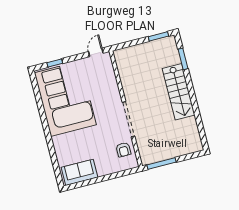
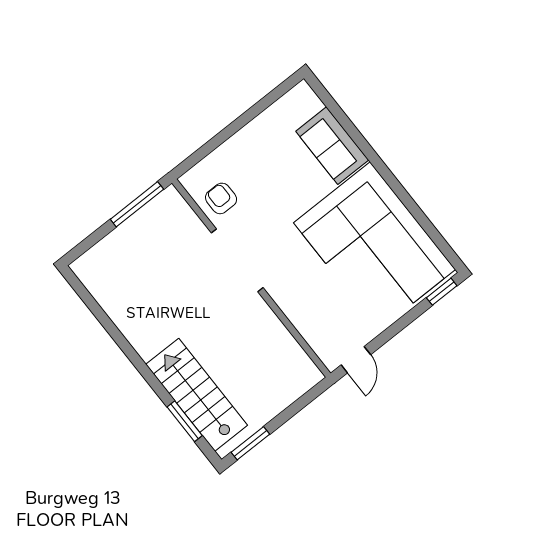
window: (55, 63) -> (442, 292), moved
stairs: (179, 92) -> (197, 395), moved
sofa: (79, 172) -> (332, 146), moved, turned 90

